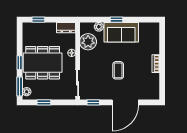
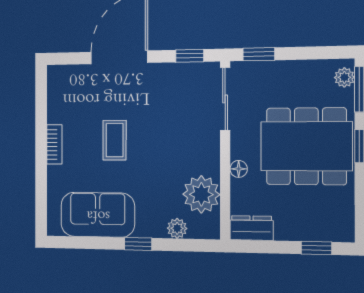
sofa: (121, 32) -> (98, 215), moved
coffee table: (118, 70) -> (115, 140), moved
window: (44, 102) -> (259, 54), moved

